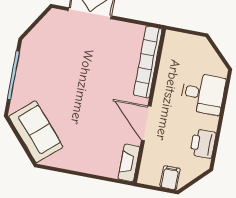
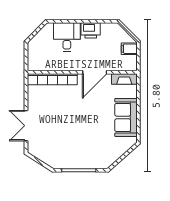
sofa: (36, 132) -> (126, 117), moved, turned -49
printer: (203, 144) -> (91, 30), moved

